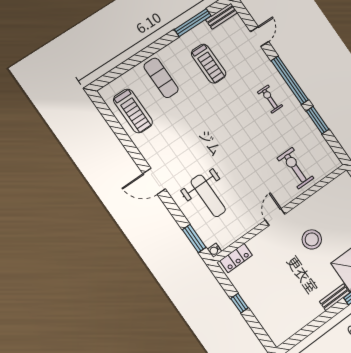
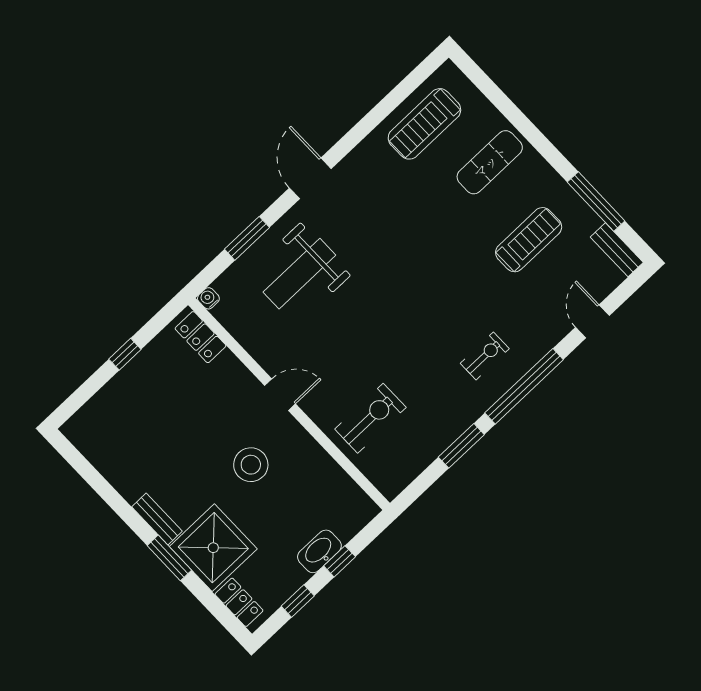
door: (259, 37) -> (592, 321), swing flipped
treadmill: (209, 64) -> (529, 240), turned 180
window: (194, 238) -> (247, 238), moved

